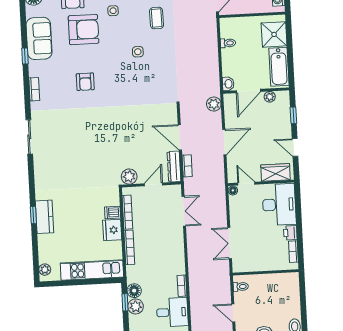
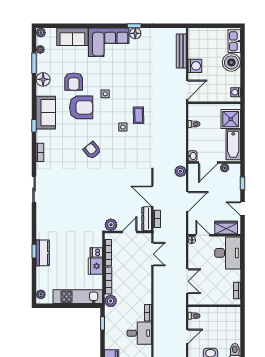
coffee table: (157, 18) -> (139, 115), moved
armchair: (85, 82) -> (92, 150), moved, turned 140
printer: (290, 233) -> (235, 276), removed
double door: (230, 243) -> (187, 281), swing flipped
floor lamp: (134, 291) -> (110, 315), removed
plant: (136, 306) -> (111, 301), moved
door: (233, 313) -> (187, 336), swing flipped

